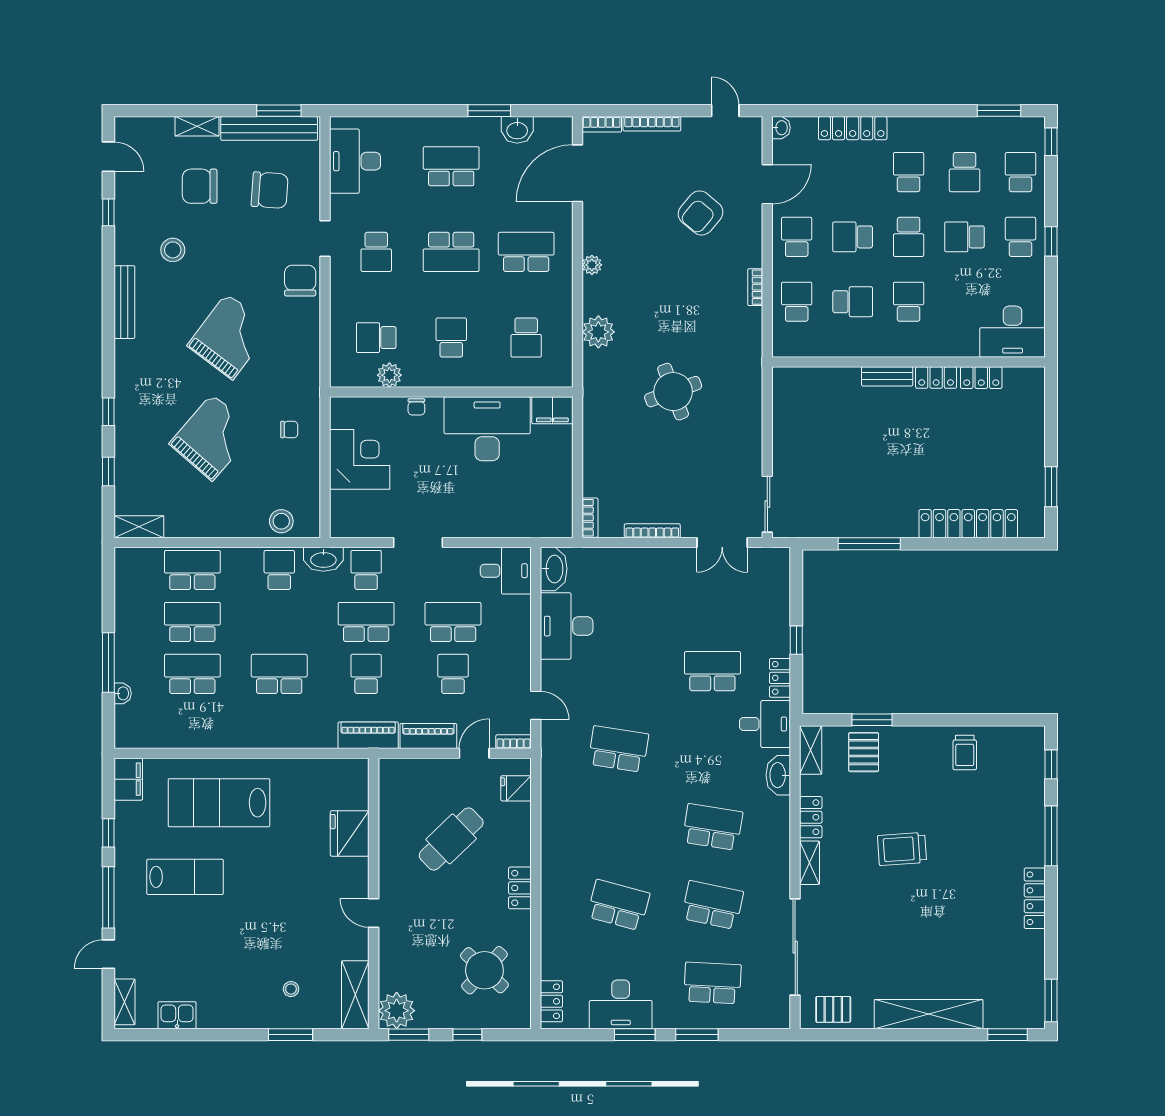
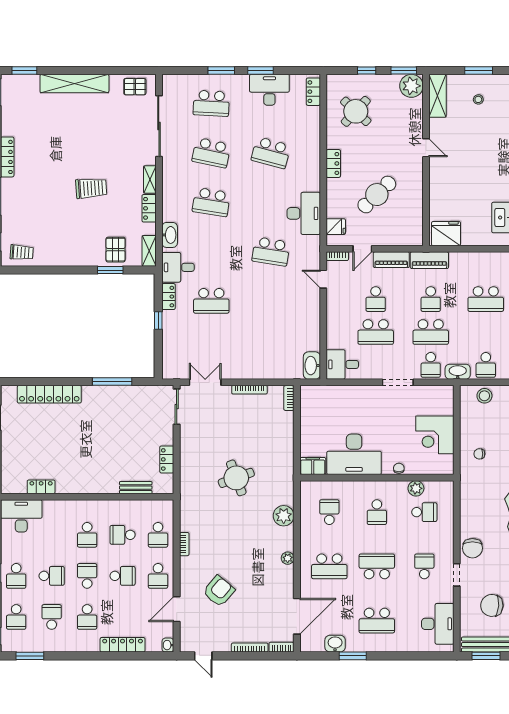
bench: (887, 376) -> (136, 488), moved
locker: (936, 377) -> (167, 459), moved, turned -90
desk: (567, 626) -> (304, 213), moved
trolley: (965, 752) -> (22, 252), moved, turned 94
fridge: (350, 833) -> (446, 234), moved, turned -90

